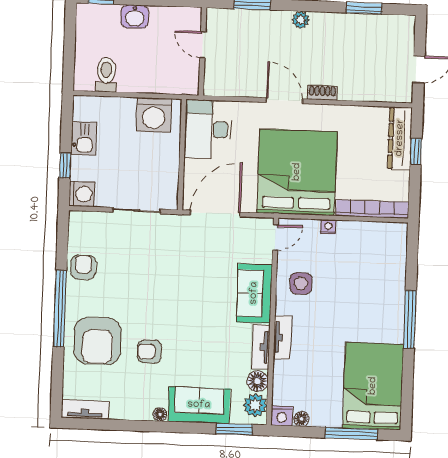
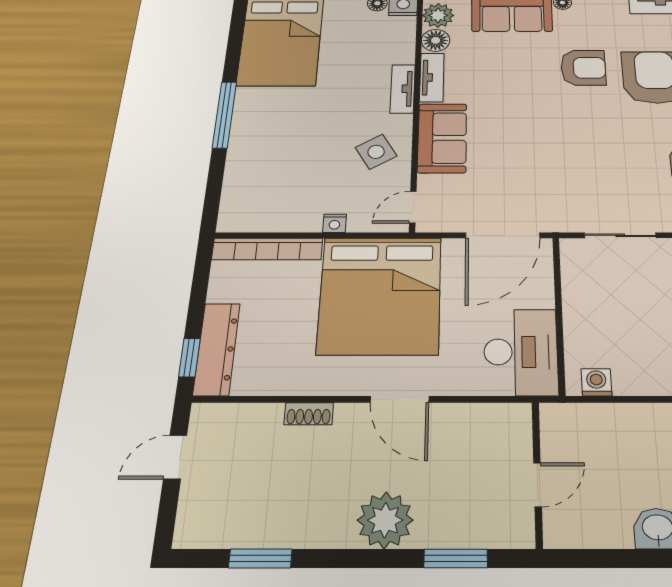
plant: (301, 20) -> (385, 520), width x1.88, depth x1.88
door: (203, 45) -> (538, 485), hinge flipped
shoe rack: (322, 93) -> (309, 414), moved
washing machine: (154, 115) -> (596, 382), width x0.53, depth x0.53
window: (416, 151) -> (189, 358), moved
side table: (301, 283) -> (376, 152), turned -31
armchair: (149, 352) -> (583, 68), width x1.38, depth x1.38

